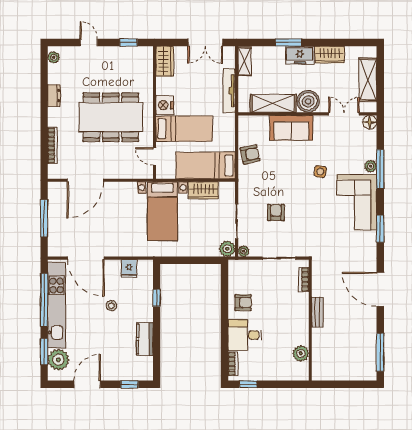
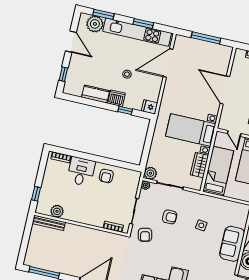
armchair: (250, 154) -> (145, 235), moved
door: (154, 156) -> (234, 134), swing flipped
side table: (320, 172) -> (201, 225), moved
door: (85, 180) -> (225, 90), moved
fridge: (129, 269) -> (150, 107), moved
window: (44, 300) -> (143, 23), width x0.47
dishwasher: (144, 312) -> (116, 98), added
bench: (317, 312) -> (49, 223), moved, width x1.36
window: (248, 384) -> (36, 194), moved

